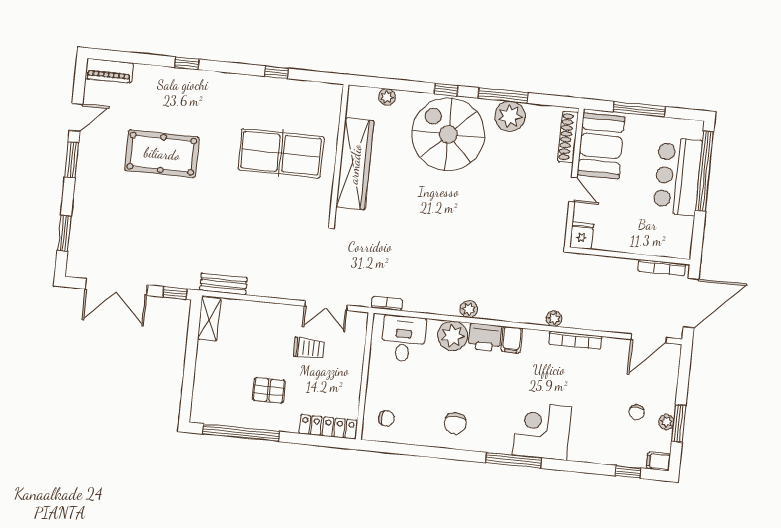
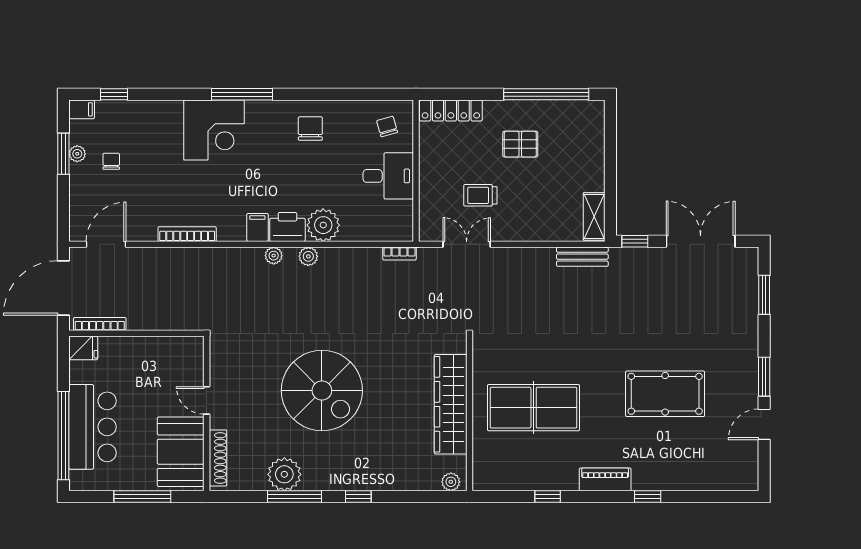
piano: (109, 71) -> (605, 479), moved
plant: (387, 97) -> (451, 482), moved
spiral stairs: (448, 134) -> (322, 391), moved
fridge: (582, 236) -> (83, 348), moved, turned -90
plant: (554, 319) -> (274, 256), moved
desk: (403, 339) -> (388, 176), moved, turned -90
chair: (387, 418) -> (387, 126), turned 74

